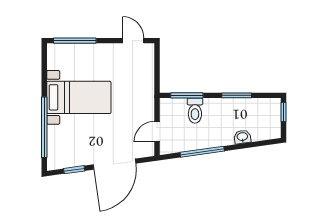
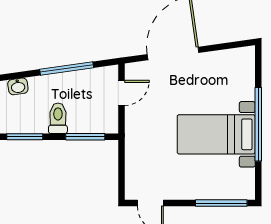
toilet: (195, 111) -> (58, 118), moved
window: (44, 127) -> (258, 124), moved
window: (74, 170) -> (222, 47), removed

